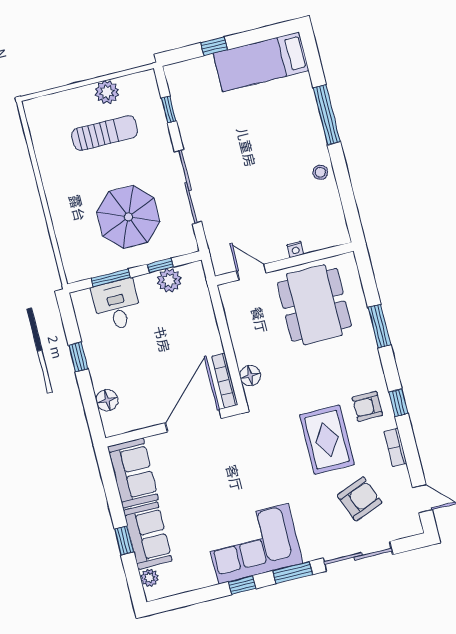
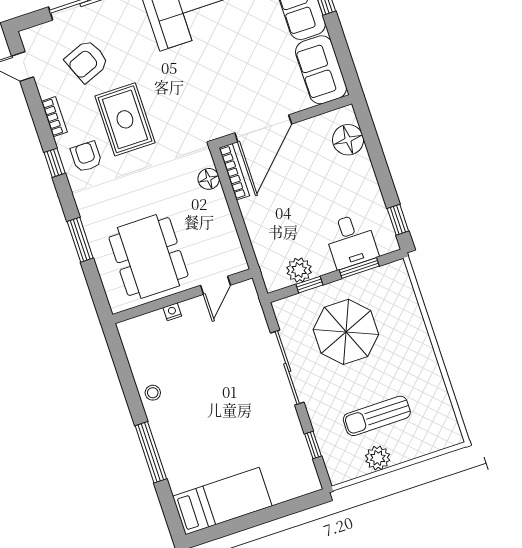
window: (214, 46) -> (272, 513), removed
door: (251, 272) -> (216, 285), hinge flipped
window: (78, 357) -> (398, 220), moved
floor lamp: (107, 400) -> (348, 140), width x1.38, depth x1.38
armchair: (367, 406) -> (86, 157), turned -90

